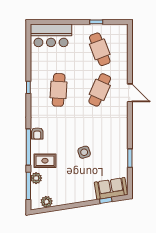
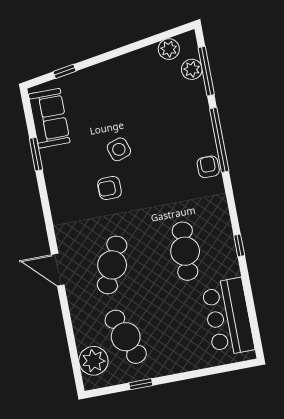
bar counter: (51, 35) -> (228, 317), moved, turned -90
plant: (120, 40) -> (93, 361), added
armchair: (93, 132) -> (109, 188), added
rug: (45, 161) -> (185, 121), removed
plant: (36, 178) -> (192, 69), moved
sofa: (111, 188) -> (49, 118), moved, turned -81

